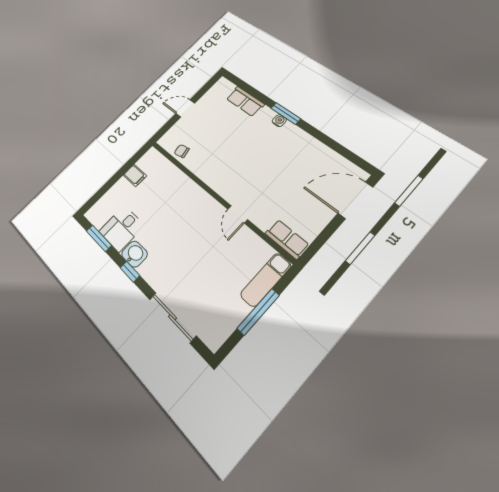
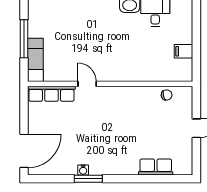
window: (286, 113) -> (88, 179), moved
water cooler: (279, 121) -> (83, 170), moved
row of seats: (287, 239) -> (51, 94), width x1.48

